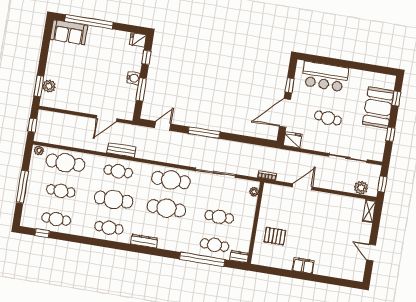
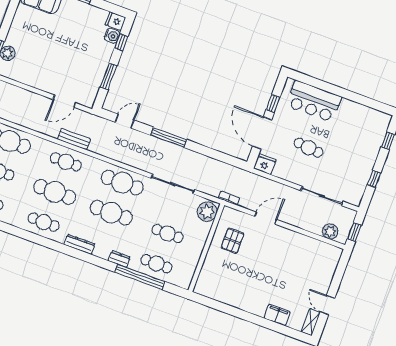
water cooler: (133, 78) -> (112, 36), moved
booth: (378, 108) -> (366, 147), removed
door: (285, 113) -> (262, 133), hinge flipped
plant: (254, 192) -> (207, 212), width x1.88, depth x1.88
shelving: (369, 211) -> (311, 322), moved
pallet: (275, 236) -> (233, 241), moved, turned 90
dresser: (239, 257) -> (119, 259), moved
filing cabinet: (303, 265) -> (277, 315), moved

